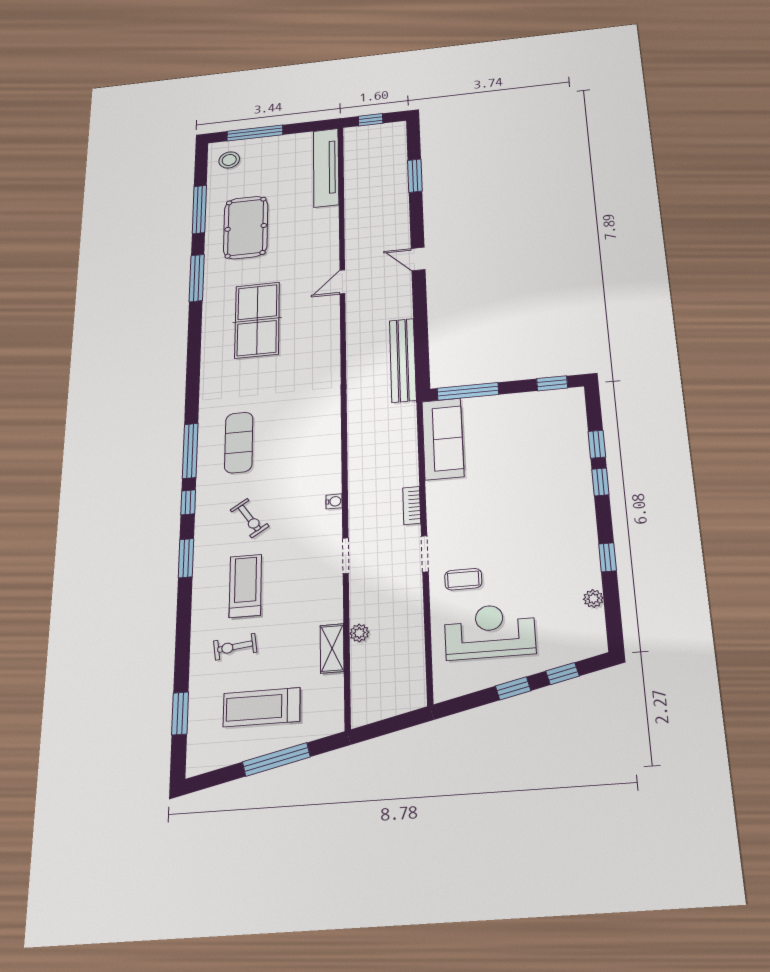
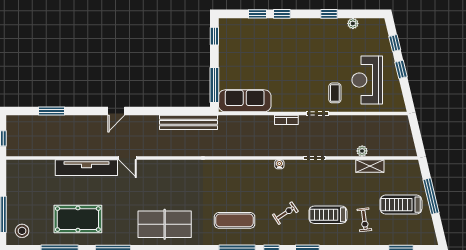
tv unit: (326, 168) -> (86, 168), moved
table tennis table: (257, 320) -> (165, 224), moved
treadmill: (262, 707) -> (401, 205), turned 90

